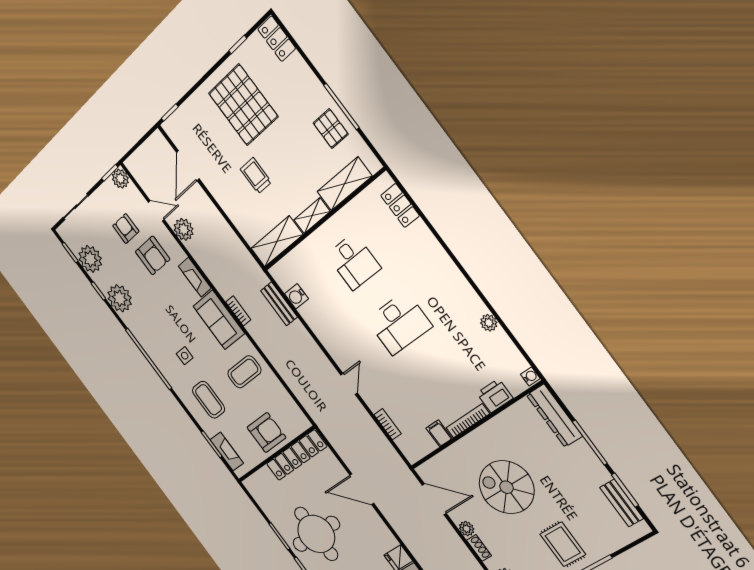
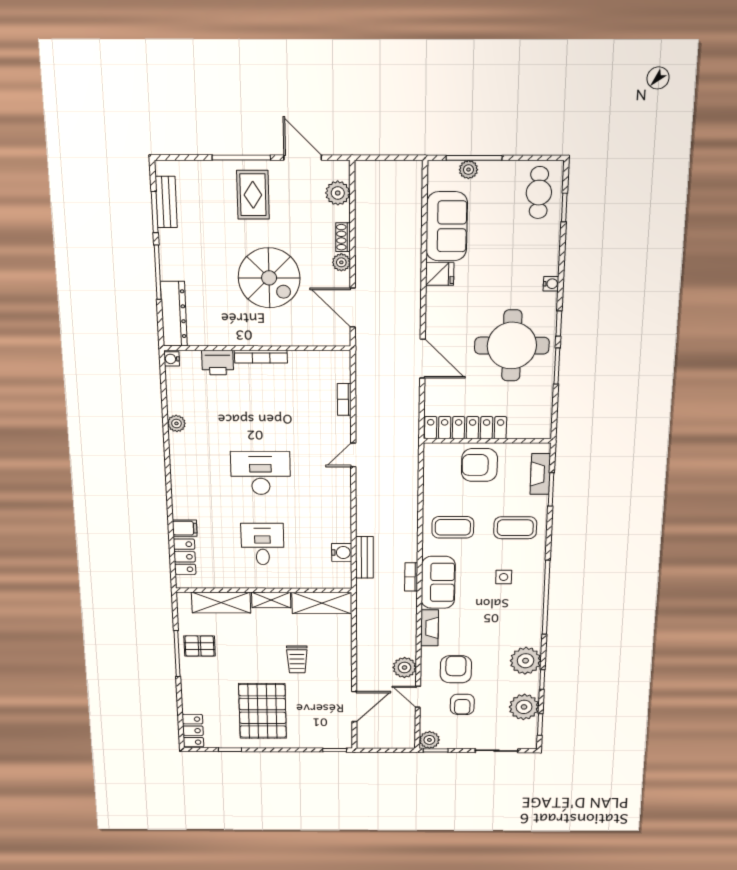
pallet: (331, 129) -> (199, 646), turned 90
coffee table: (209, 400) -> (515, 528), turned 90
filing cabinet: (439, 433) -> (185, 528), moved, turned -90

